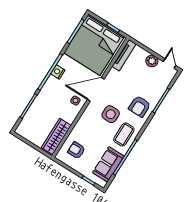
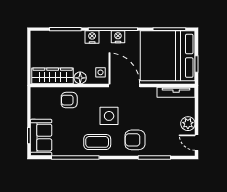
door: (170, 63) -> (197, 143), swing flipped
nightstand: (46, 90) -> (92, 37), added
floor lamp: (70, 118) -> (80, 78), added
armchair: (76, 150) -> (69, 100), moved, turned -90
sofa: (108, 164) -> (41, 138), moved, turned 90

